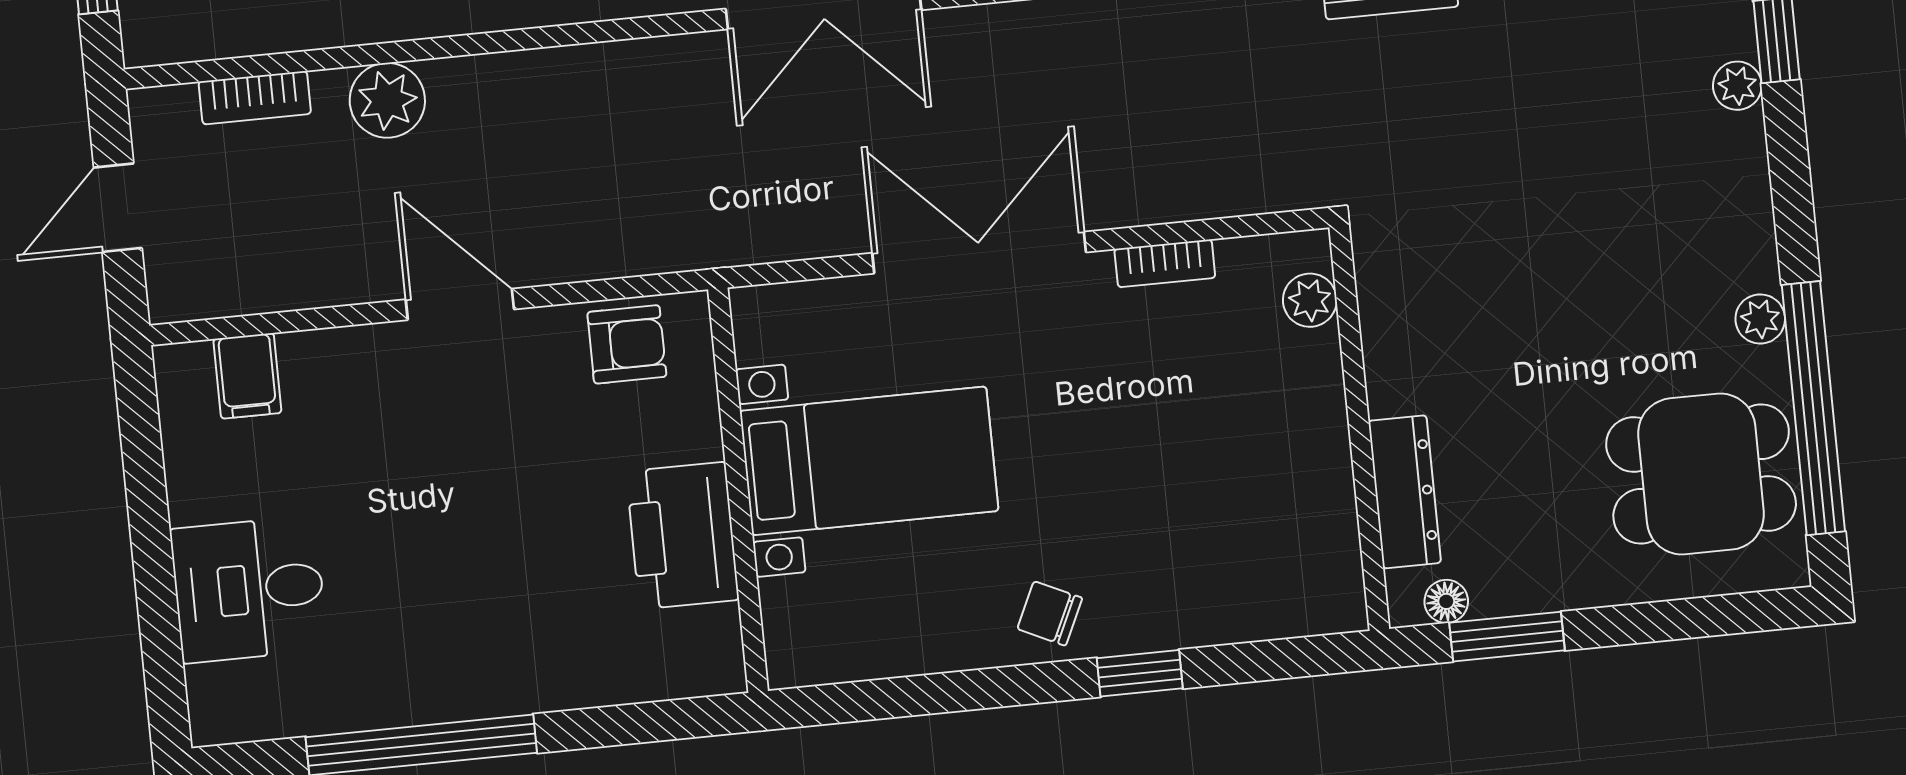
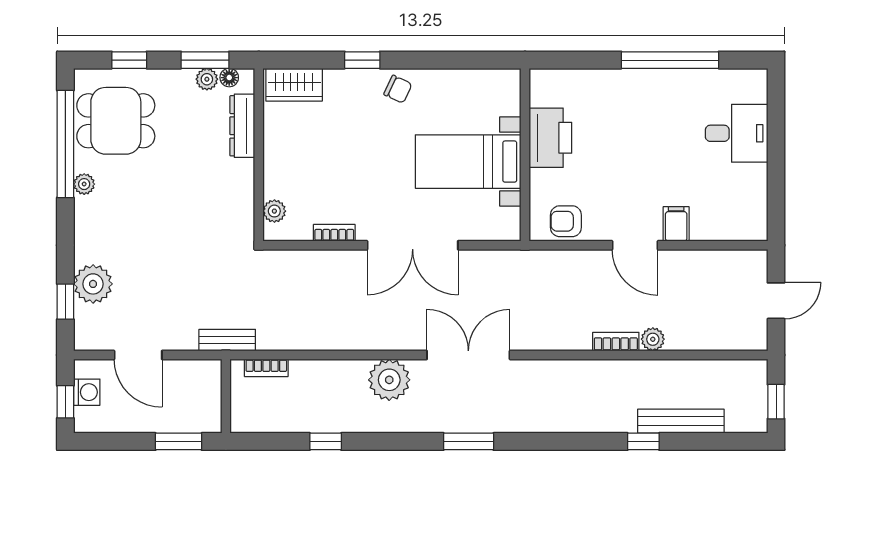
plant: (1737, 86) -> (93, 284), width x1.88, depth x1.88
bookcase: (255, 98) -> (616, 342), moved
plant: (387, 100) -> (653, 339), width x0.73, depth x0.73
filing cabinet: (247, 376) -> (676, 224), moved
plant: (1498, 592) -> (207, 79), added
wardrobe: (1293, 600) -> (294, 85), added
window: (1684, 619) -> (129, 60), added

